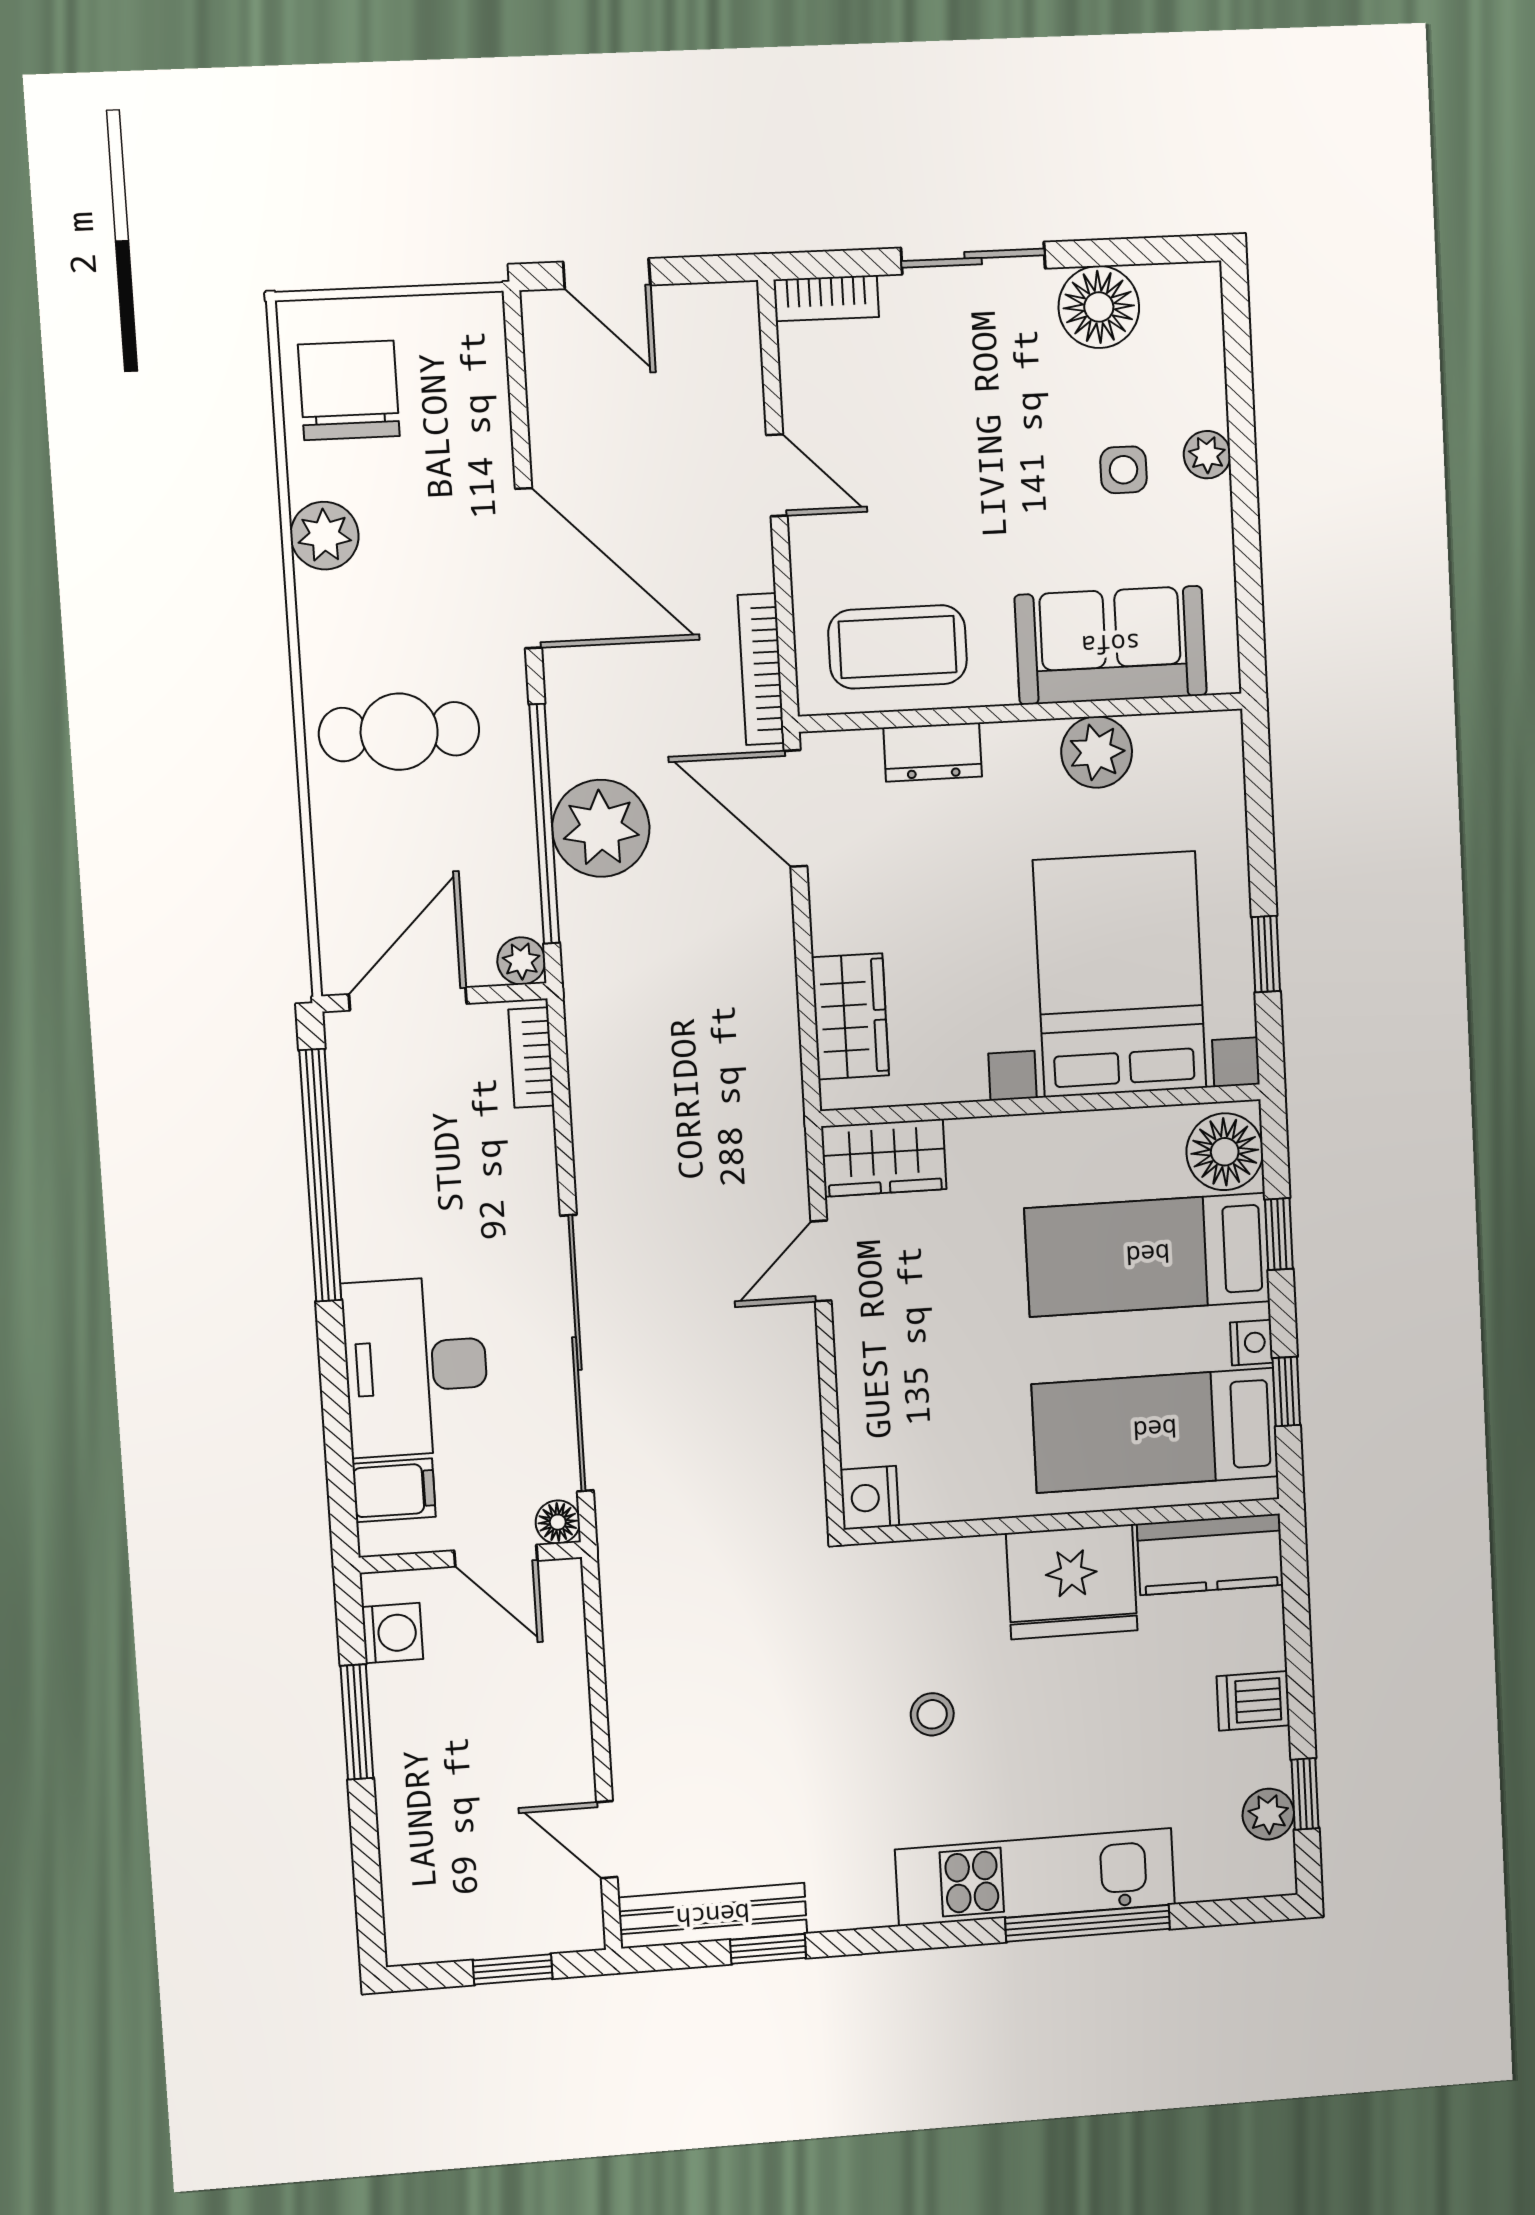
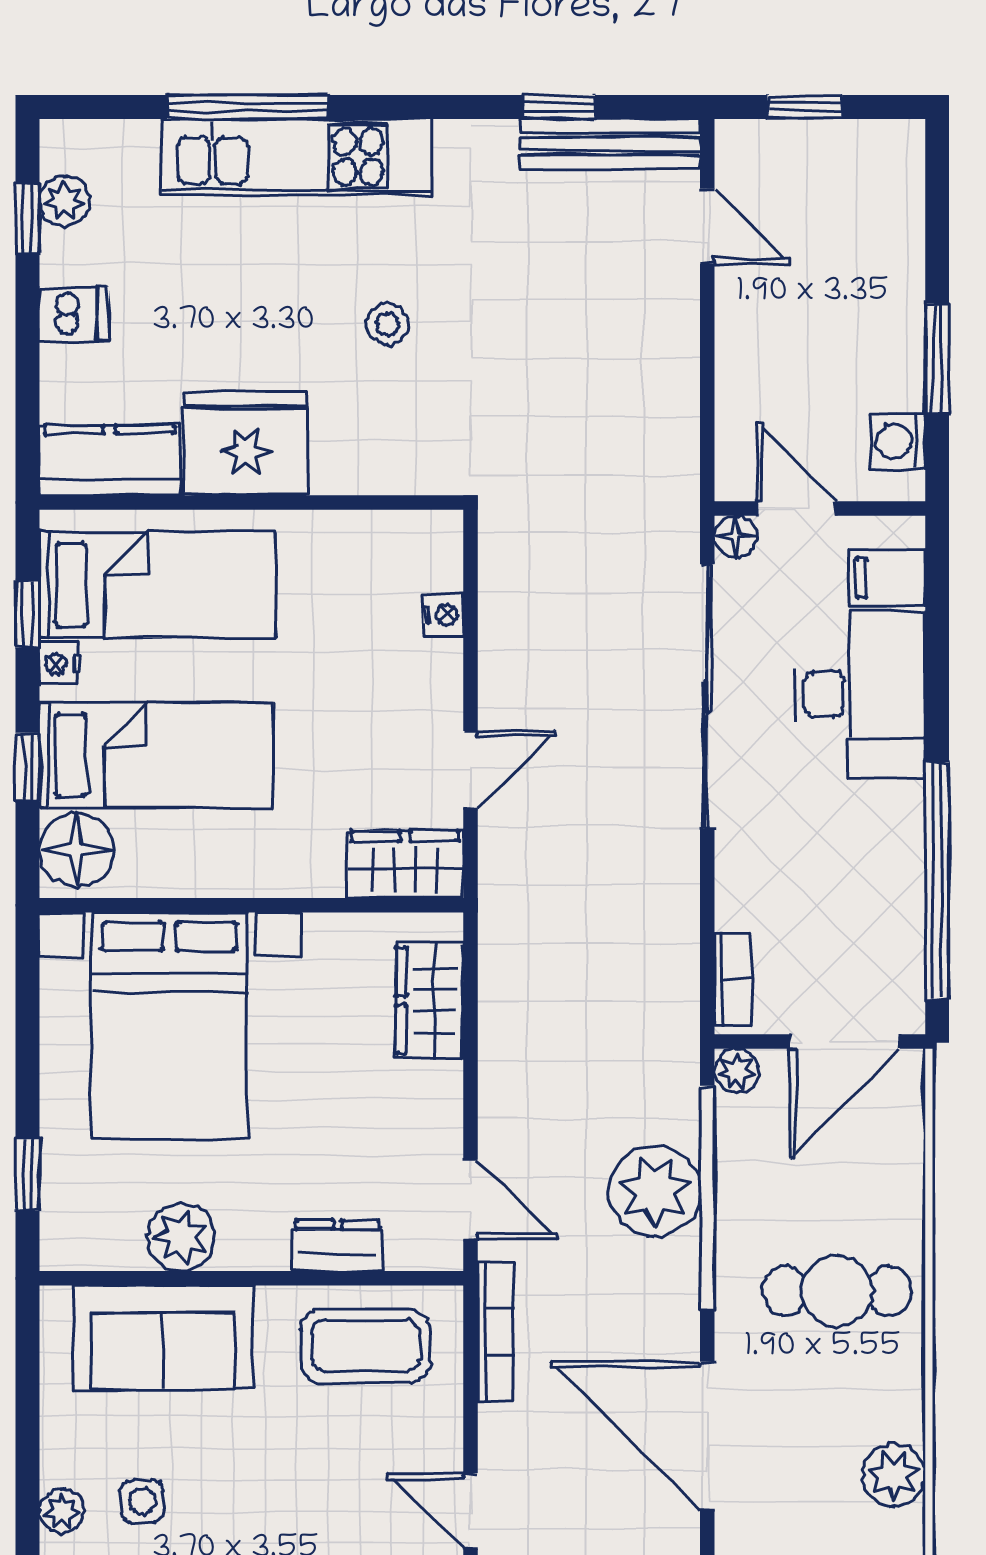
door: (796, 809) -> (470, 1200), width x0.73
window: (1266, 954) -> (27, 1175), moved
nightstand: (870, 1498) -> (443, 615), moved, width x0.72, depth x0.74

